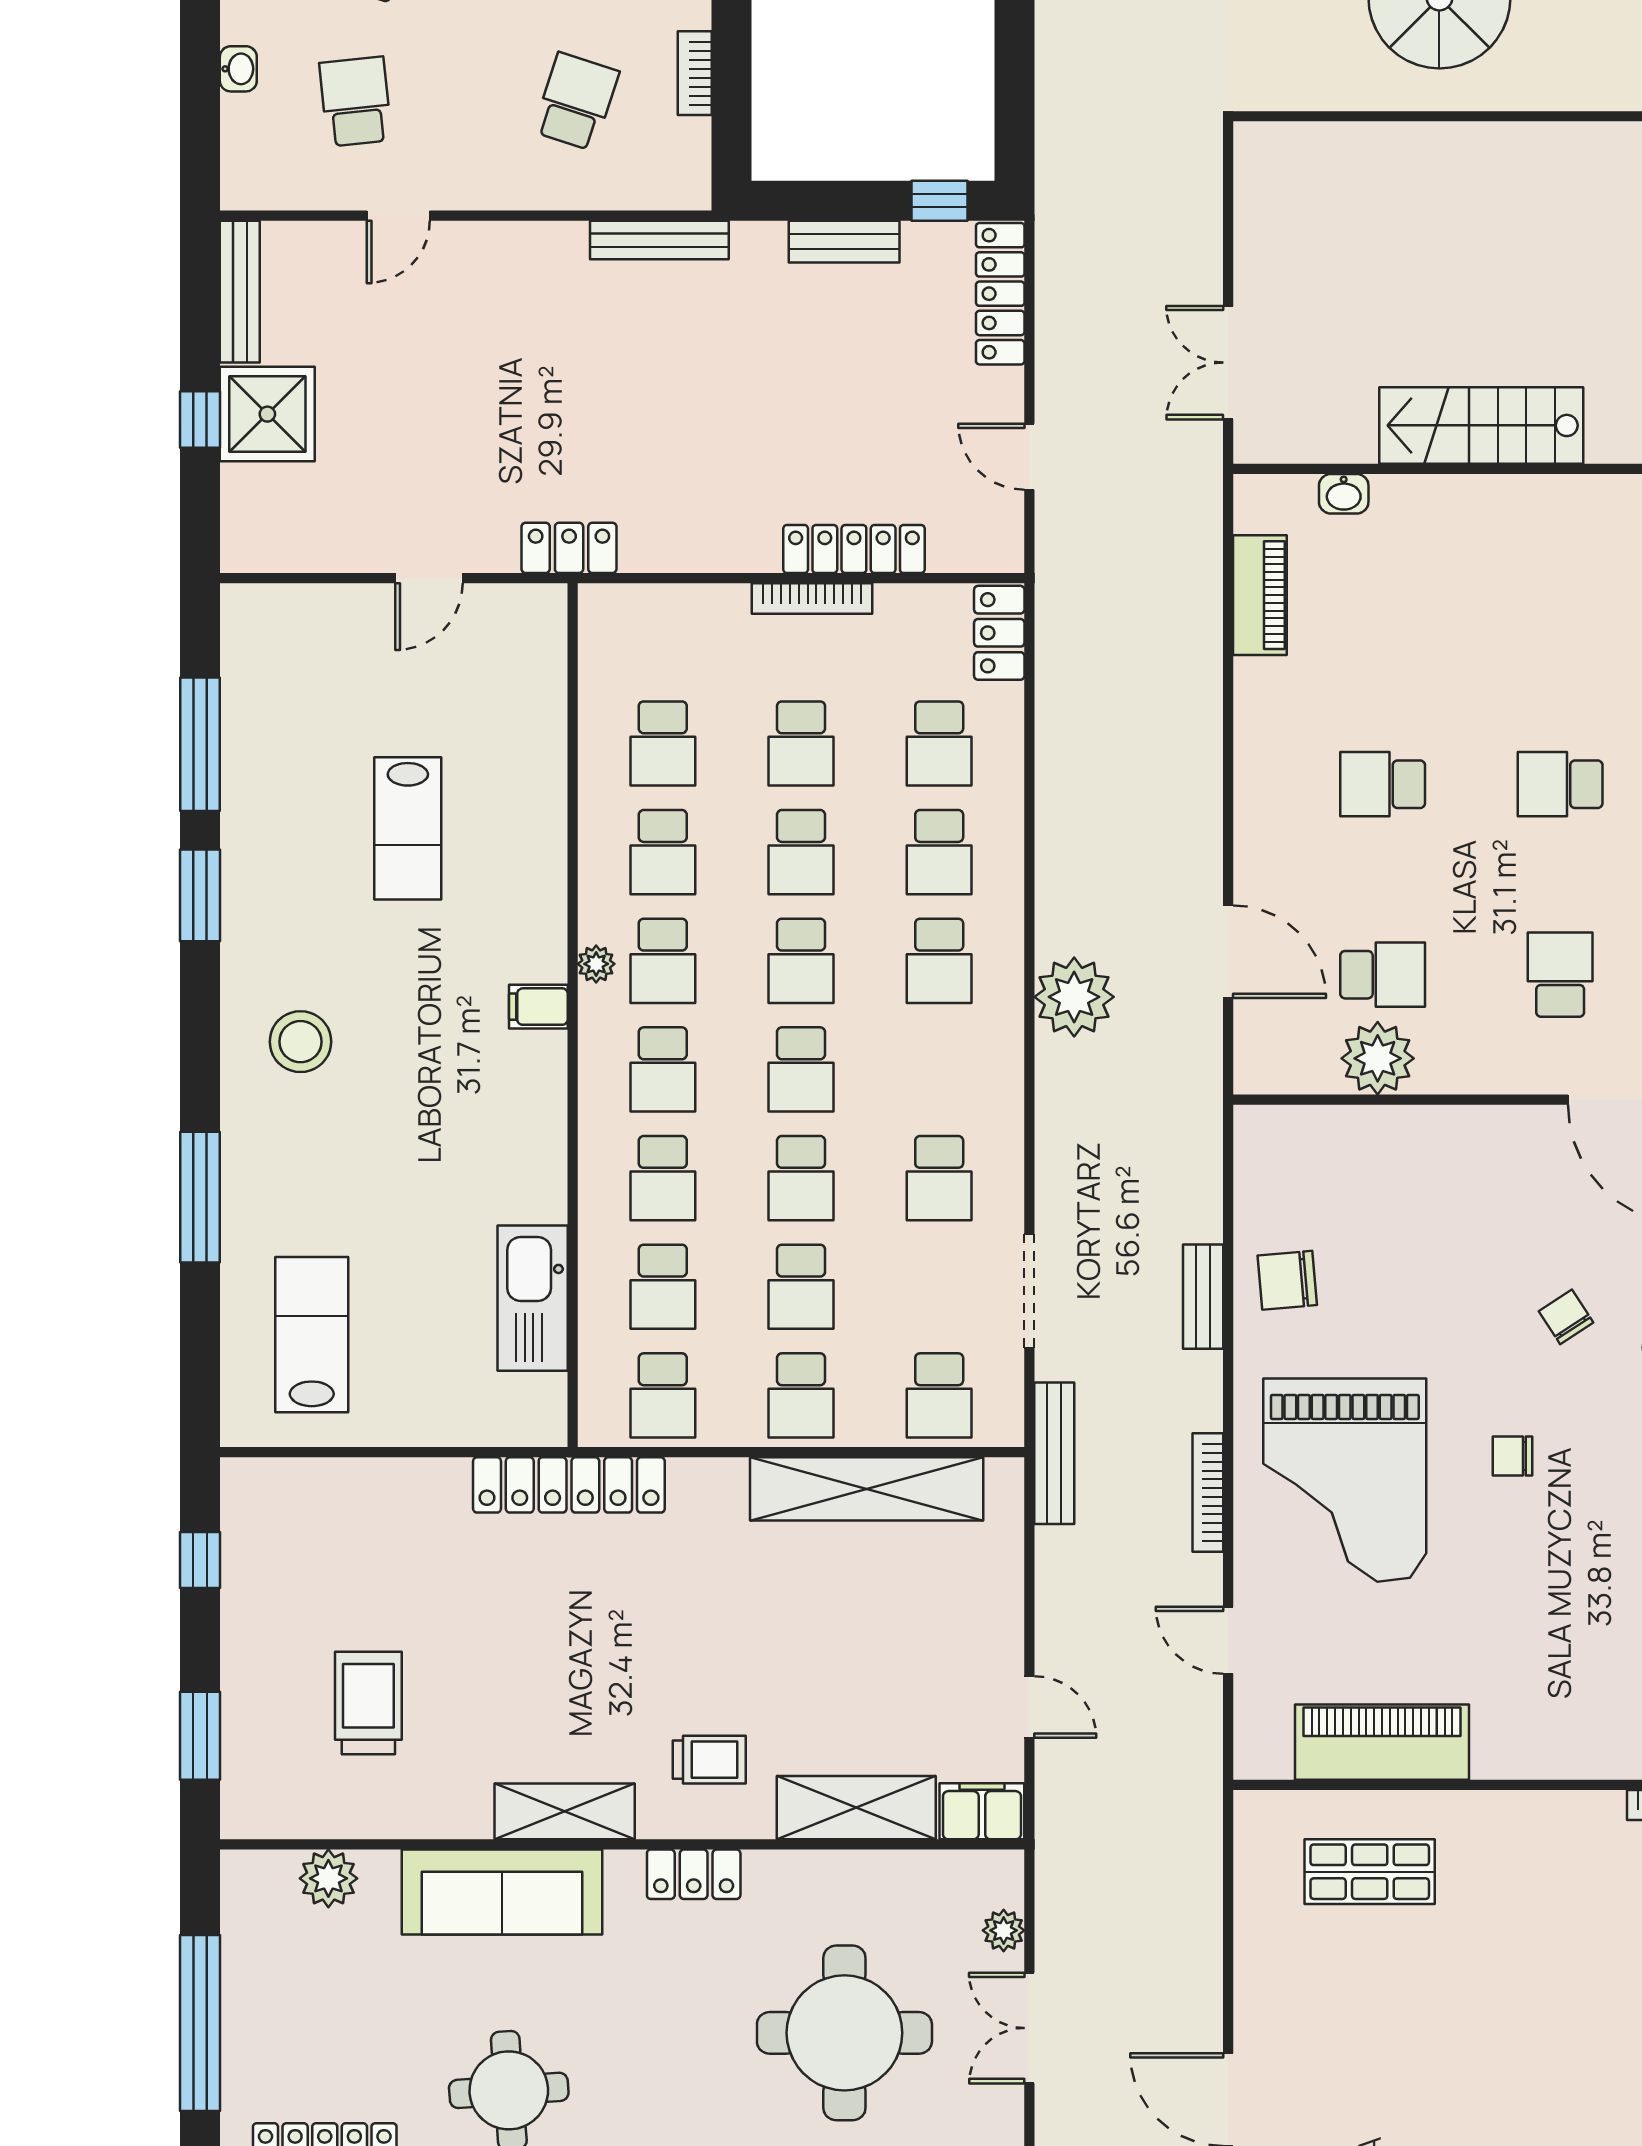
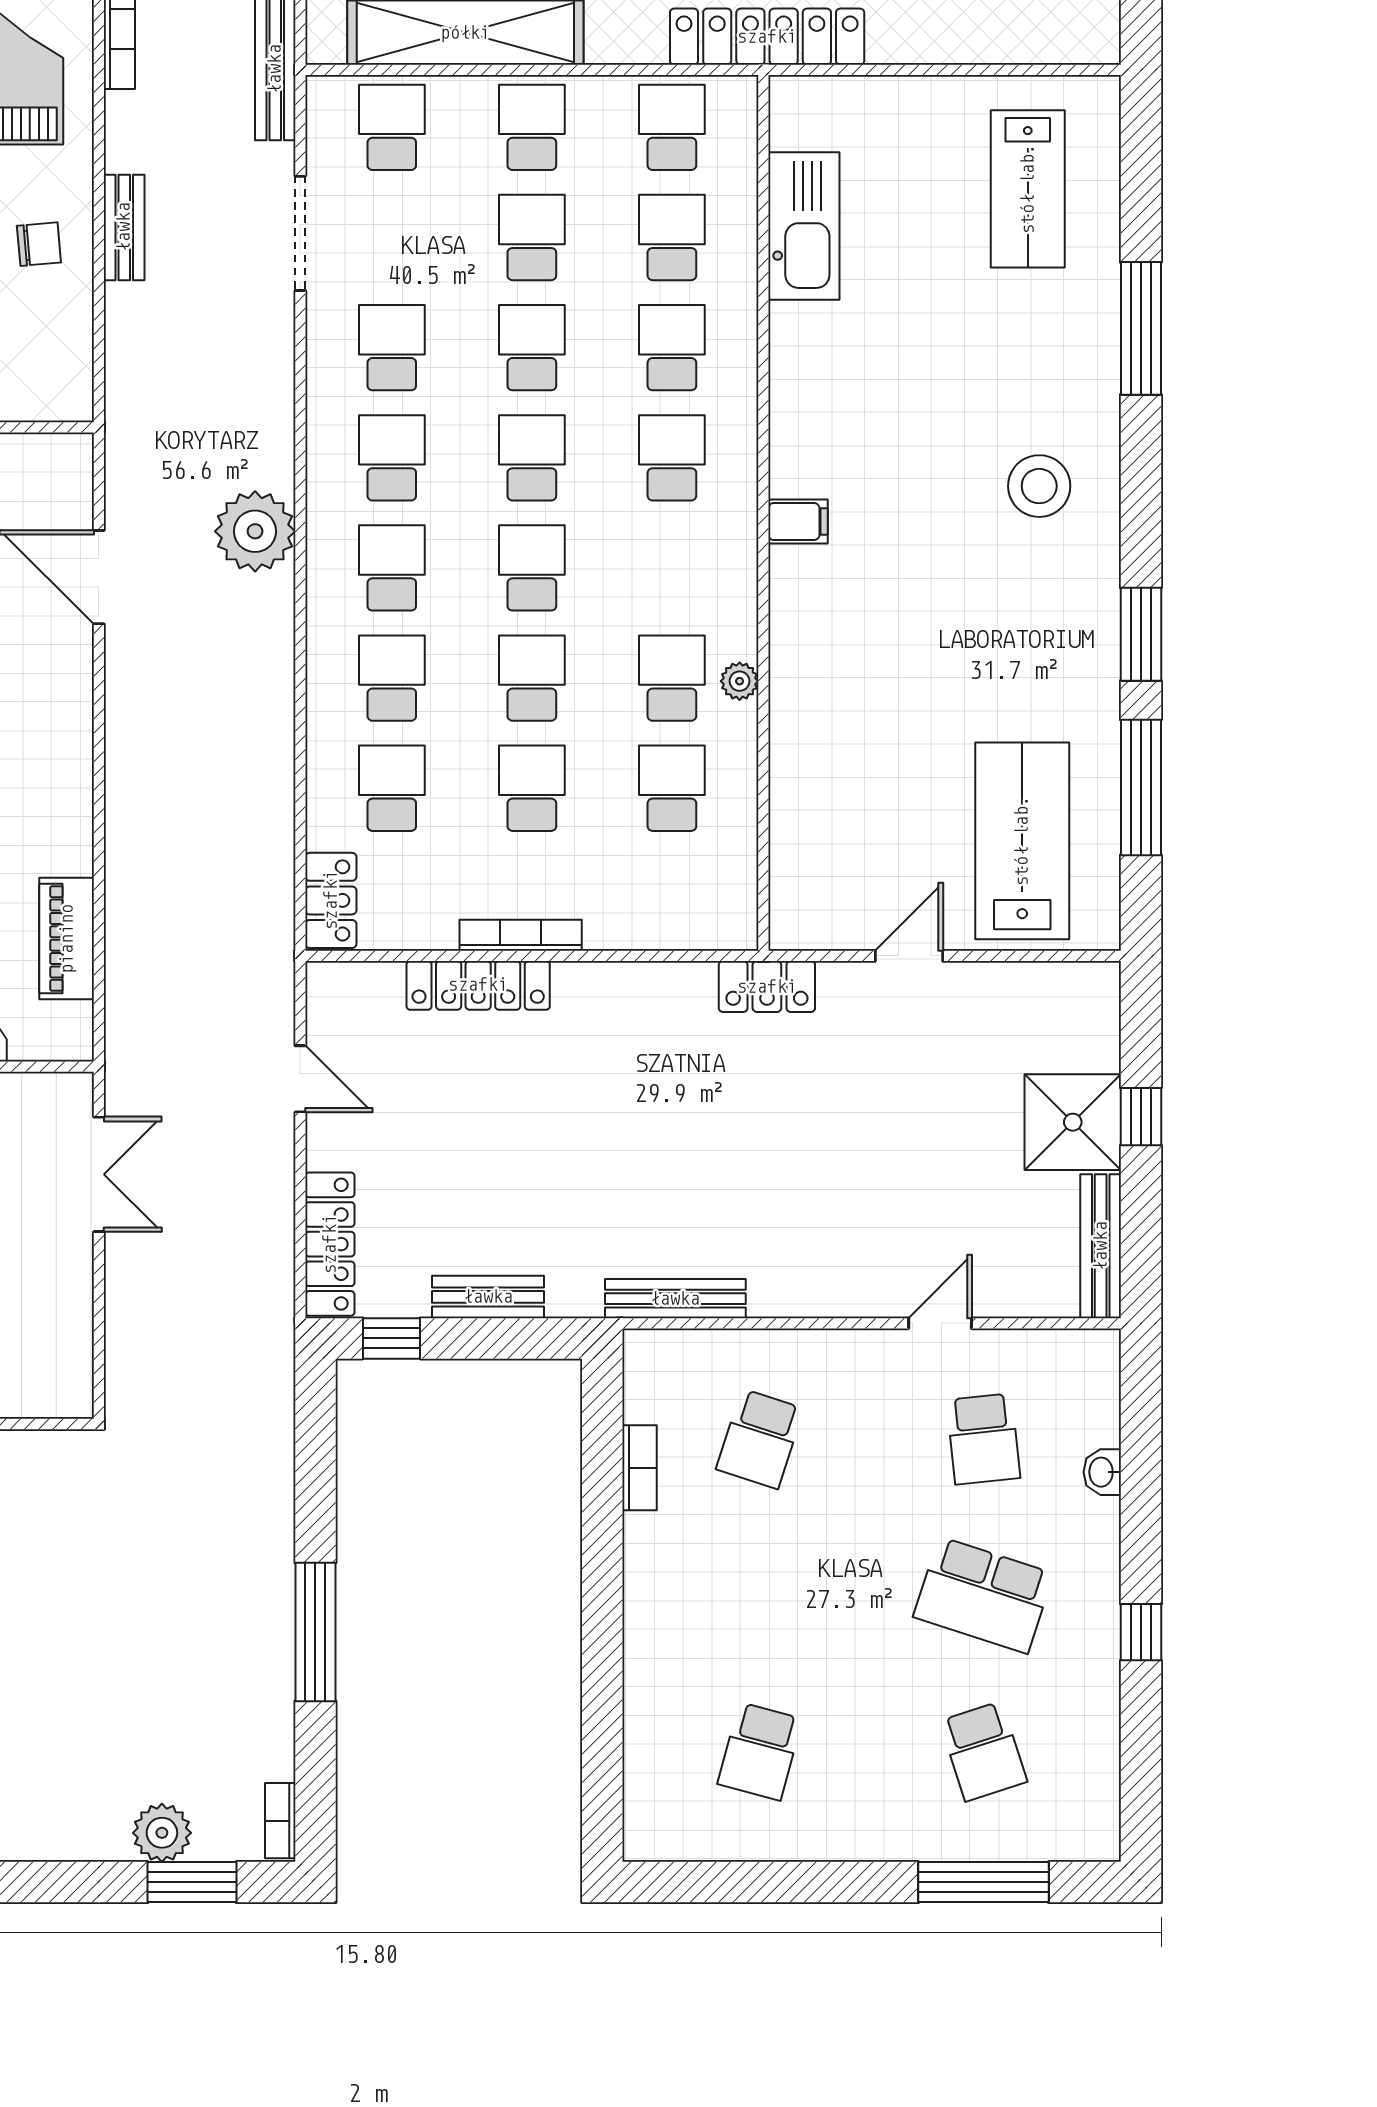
lab bench: (408, 828) -> (1022, 841), moved, width x1.36, depth x1.39
school desk: (663, 961) -> (392, 458), moved
plant: (596, 964) -> (740, 681), moved
chair: (1287, 1280) -> (39, 244), width x0.73, depth x0.73

